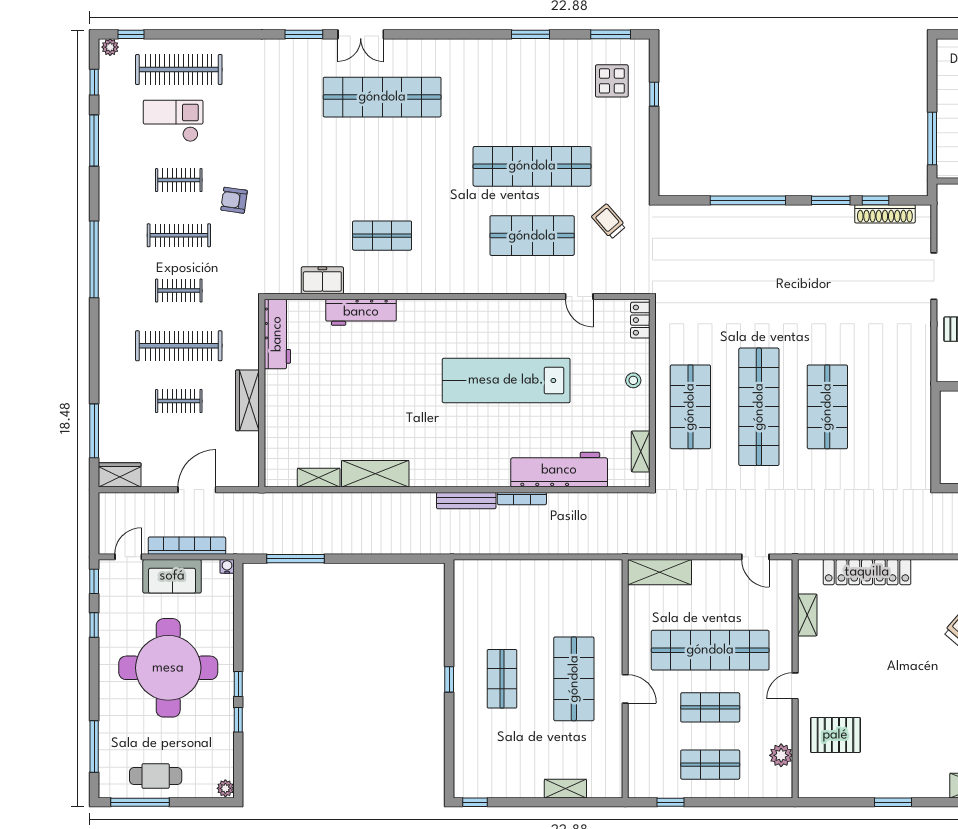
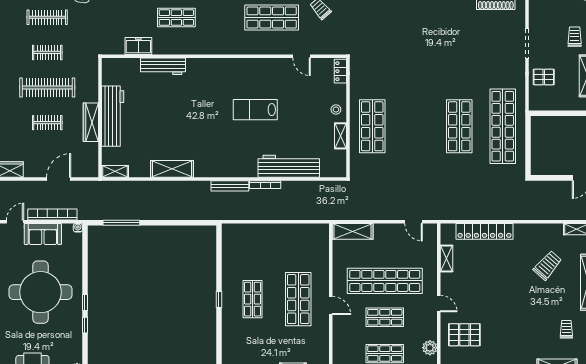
workbench: (277, 334) -> (113, 116), moved, width x1.36, depth x1.32
lab bench: (506, 380) -> (255, 110), width x0.54, depth x0.72
shop shelf: (759, 407) -> (503, 126), moved
shelving: (641, 451) -> (341, 136), moved
shelving: (319, 478) -> (115, 171), moved
door: (795, 686) -> (439, 304), swing flipped

